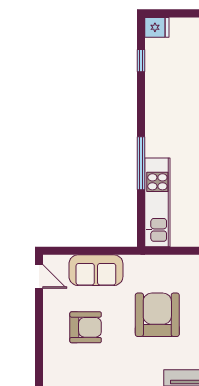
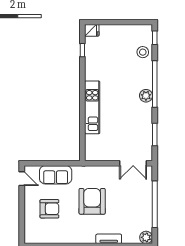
window: (141, 163) -> (82, 111), removed
kitchen unit: (157, 202) -> (92, 107), moved

